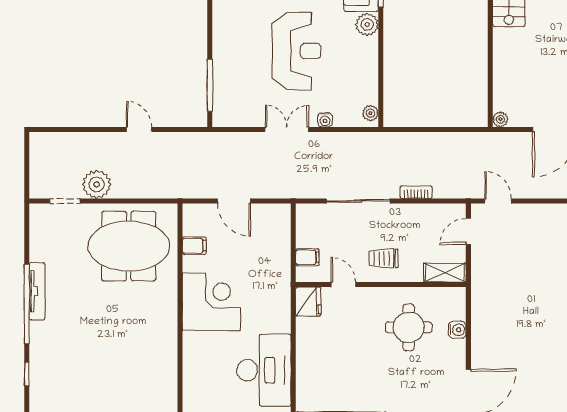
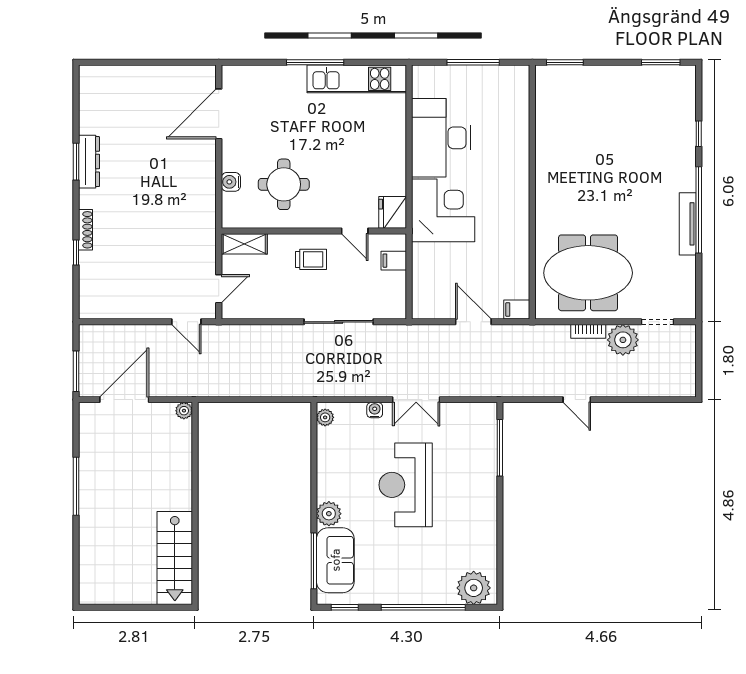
bookcase: (416, 192) -> (588, 331), moved
filing cabinet: (194, 246) -> (517, 310), moved
corner desk: (211, 302) -> (443, 210), moved, turned 180

